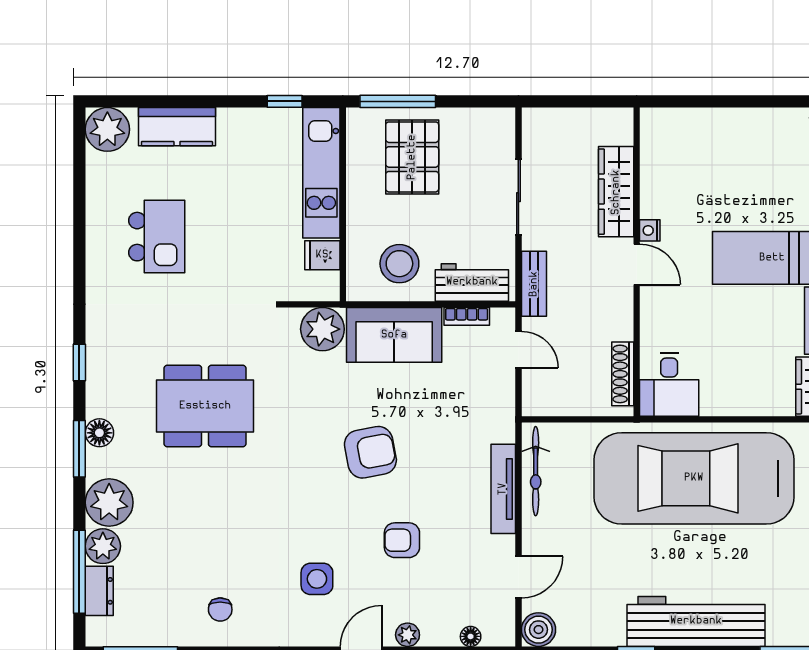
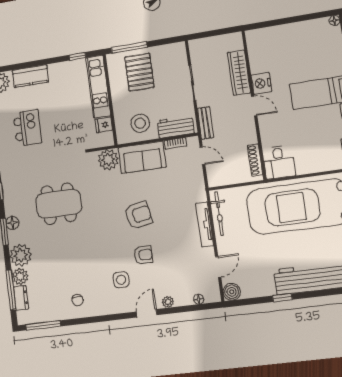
nightstand: (650, 230) -> (261, 83), width x1.89, depth x1.79
armchair: (402, 540) -> (143, 255), moved, turned 180

